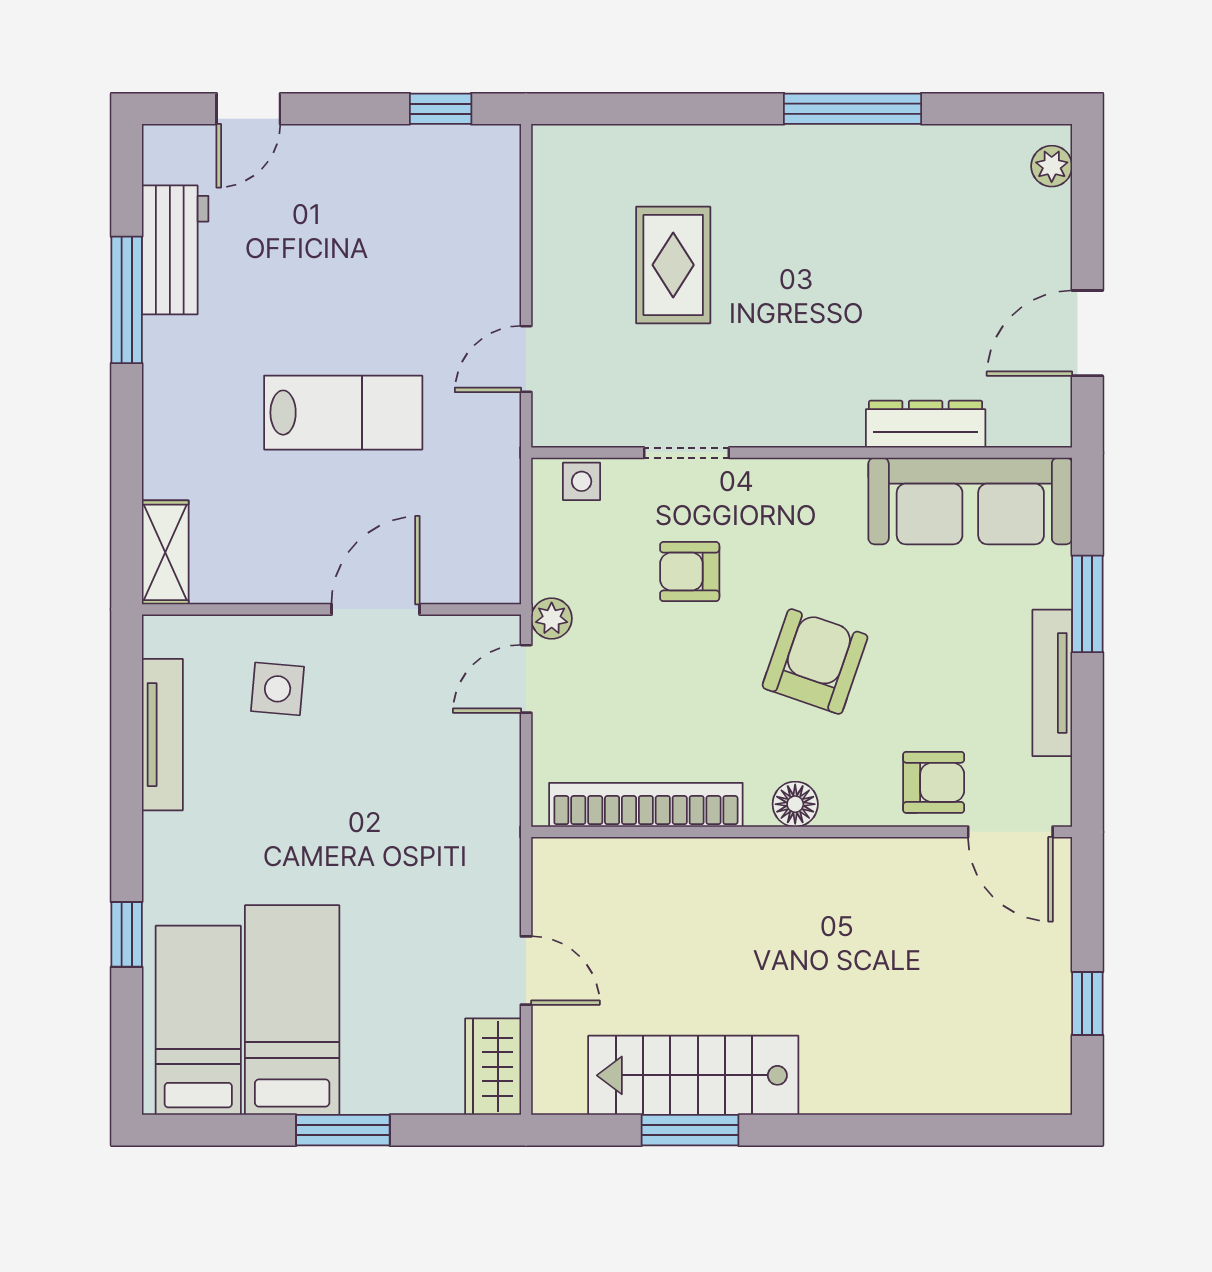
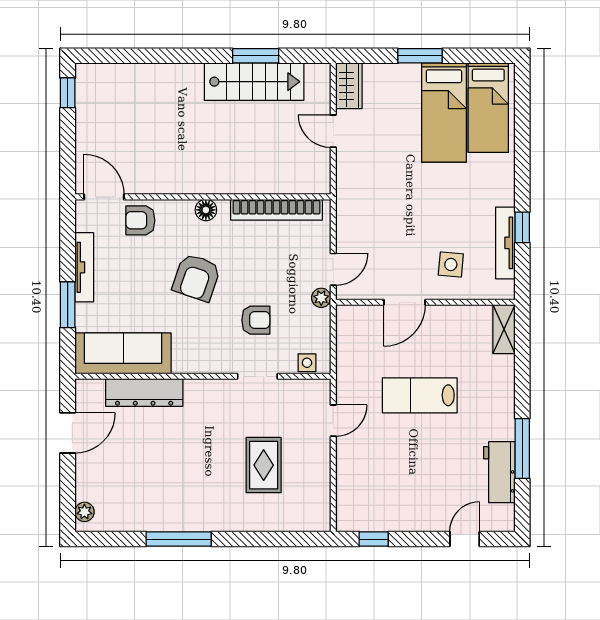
dresser: (926, 424) -> (144, 392), width x1.37, depth x1.24
window: (127, 934) -> (522, 227), moved
window: (1087, 1003) -> (68, 93), moved

